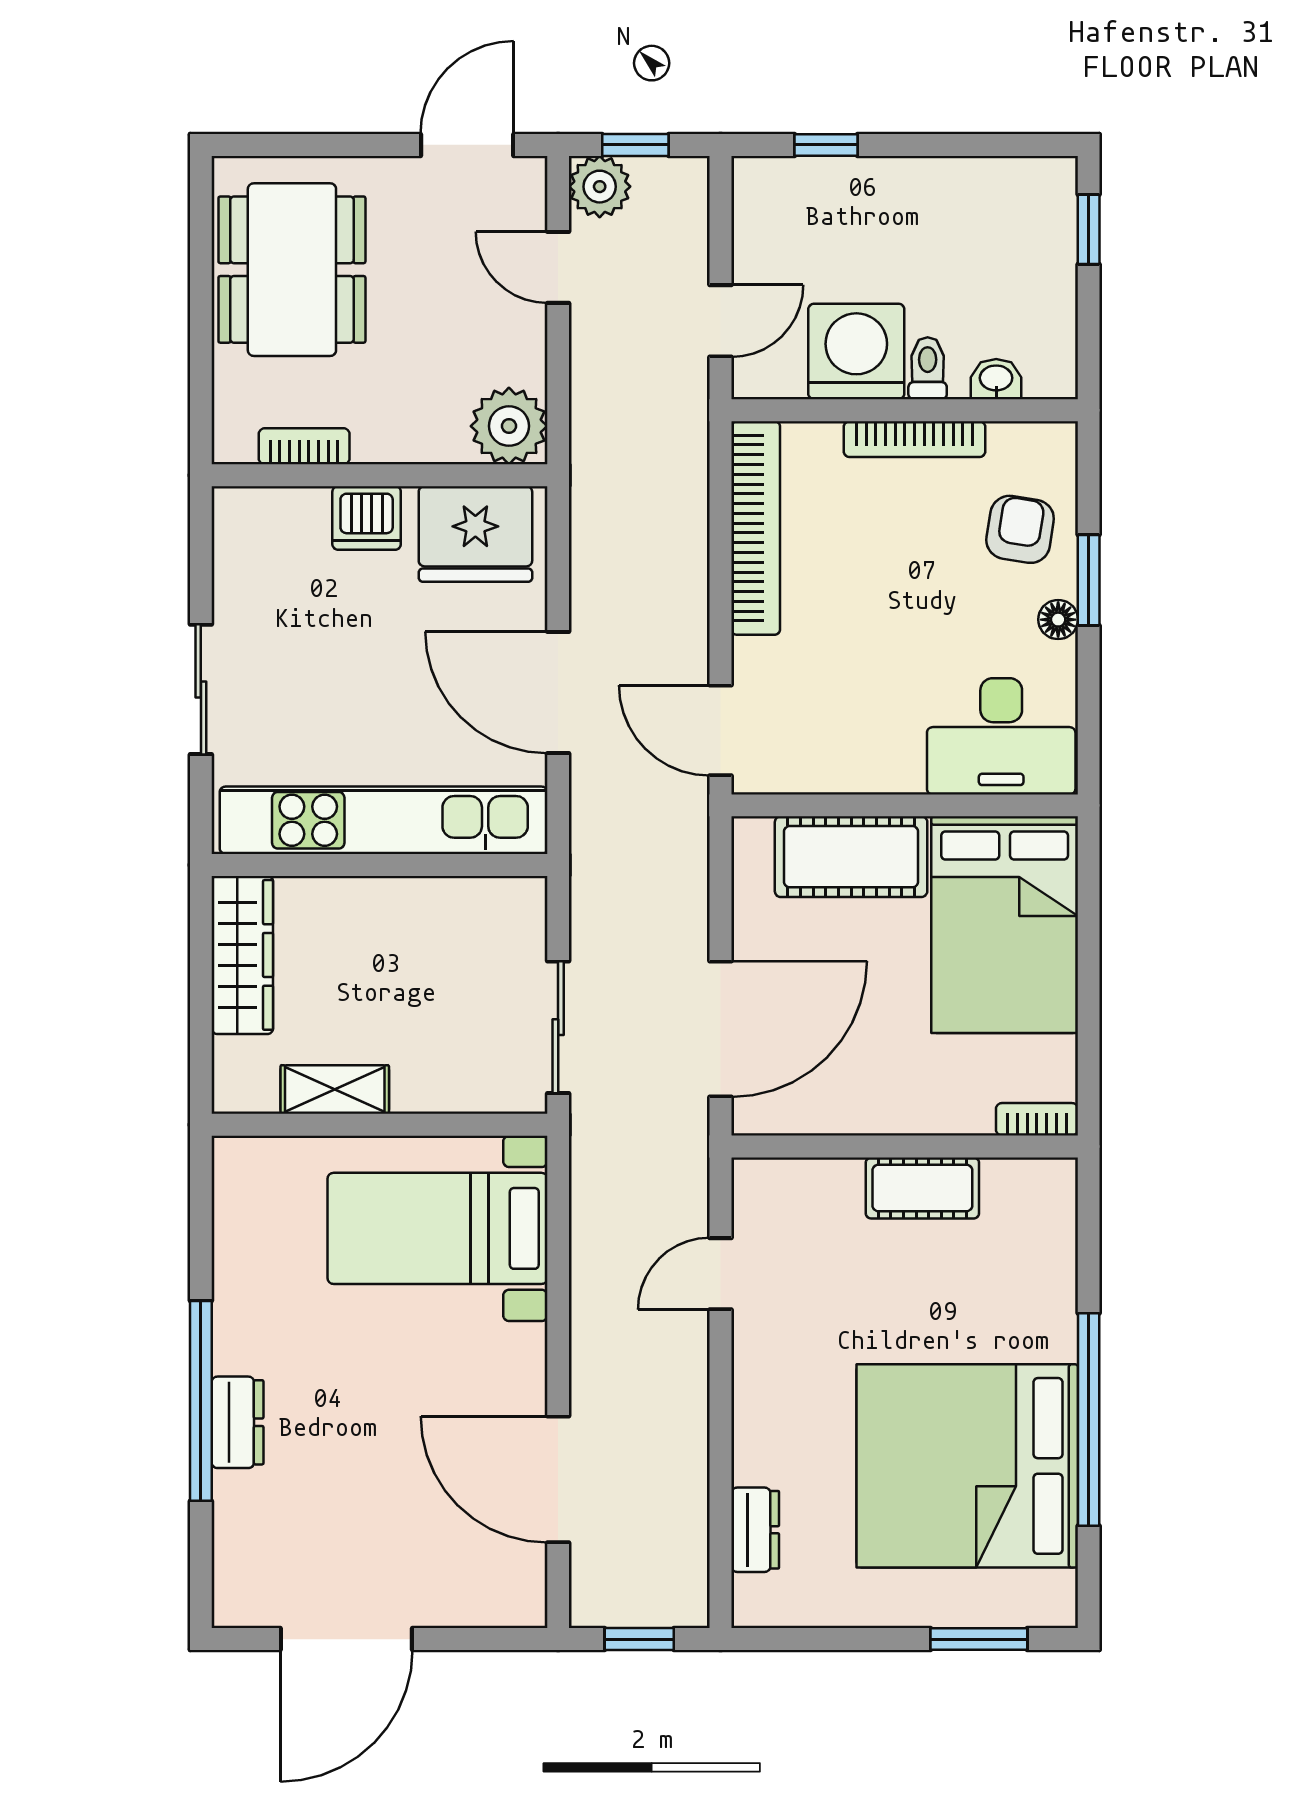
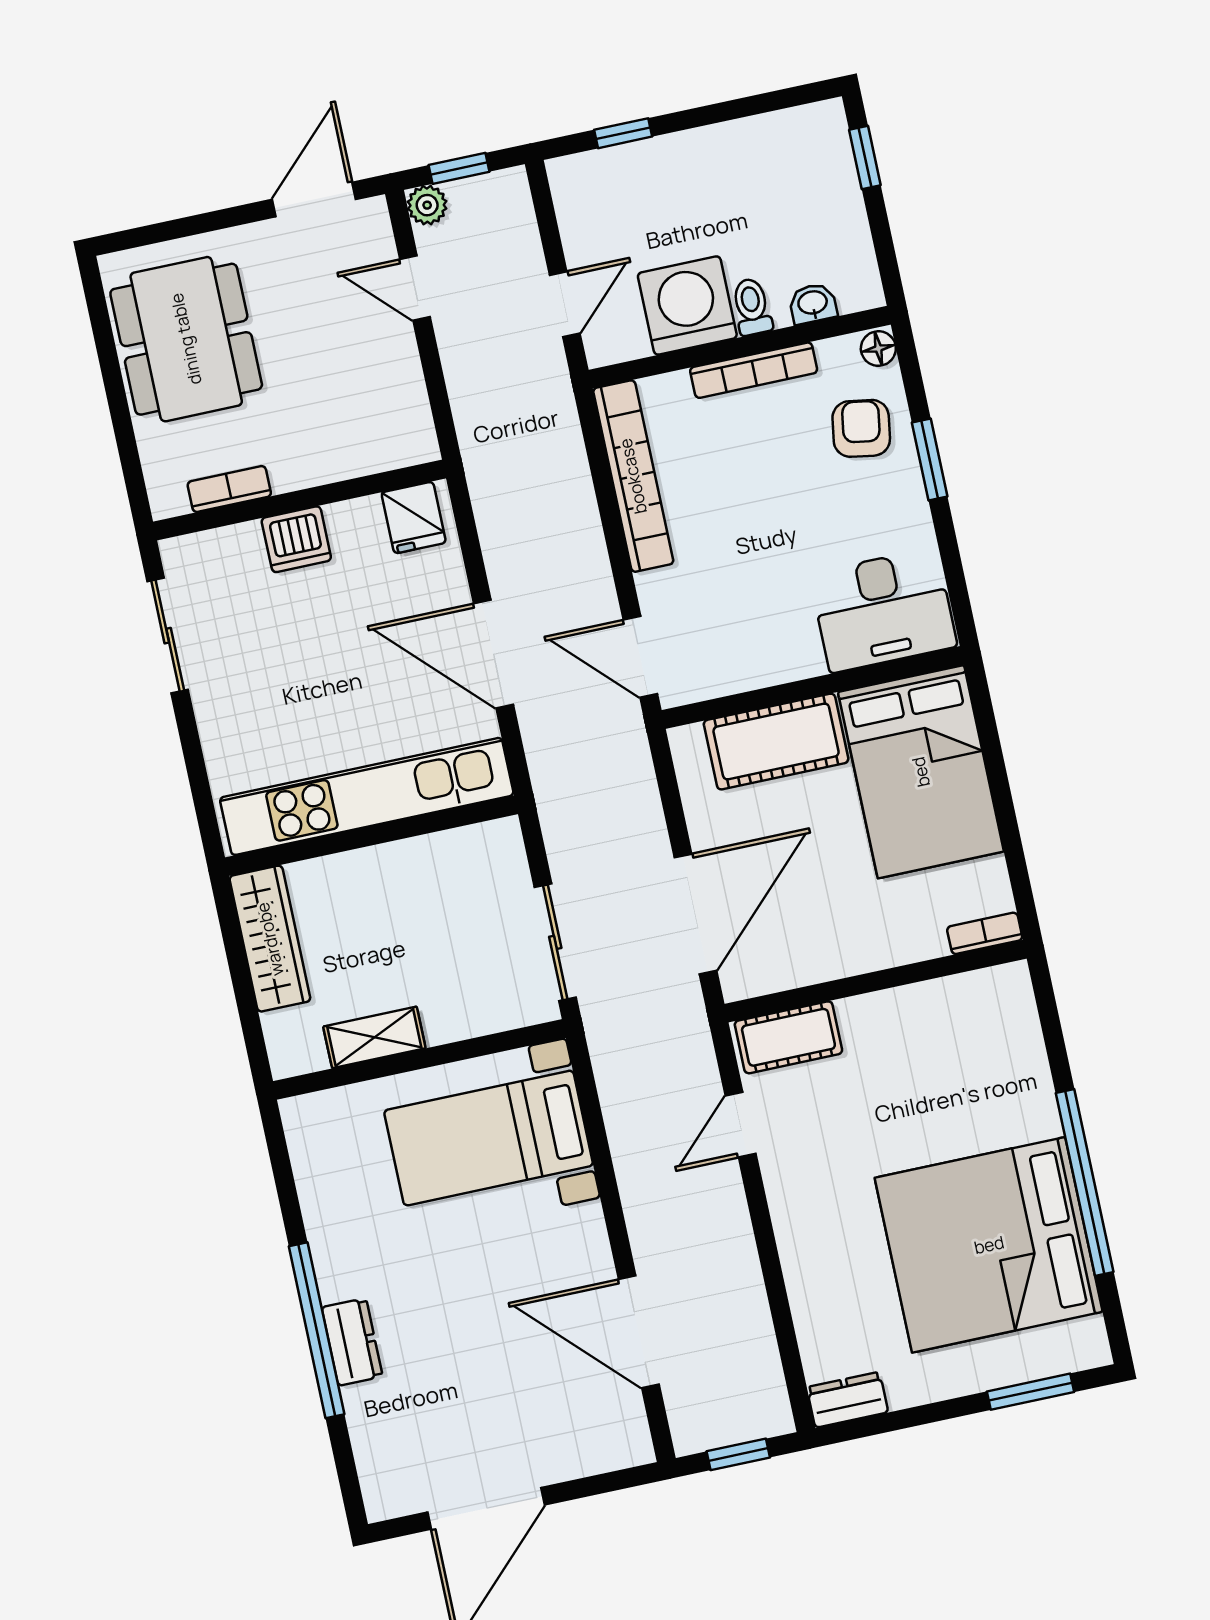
plant: (600, 187) -> (427, 205), width x0.73, depth x0.73
plant: (509, 426) -> (402, 434), removed
fridge: (475, 534) -> (414, 518), width x0.53, depth x0.75
floor lamp: (1058, 620) -> (878, 348), moved
sliding door: (201, 689) -> (168, 636), moved
cot: (922, 1188) -> (788, 1037), moved
dresser: (755, 1530) -> (847, 1400), moved, turned -90

